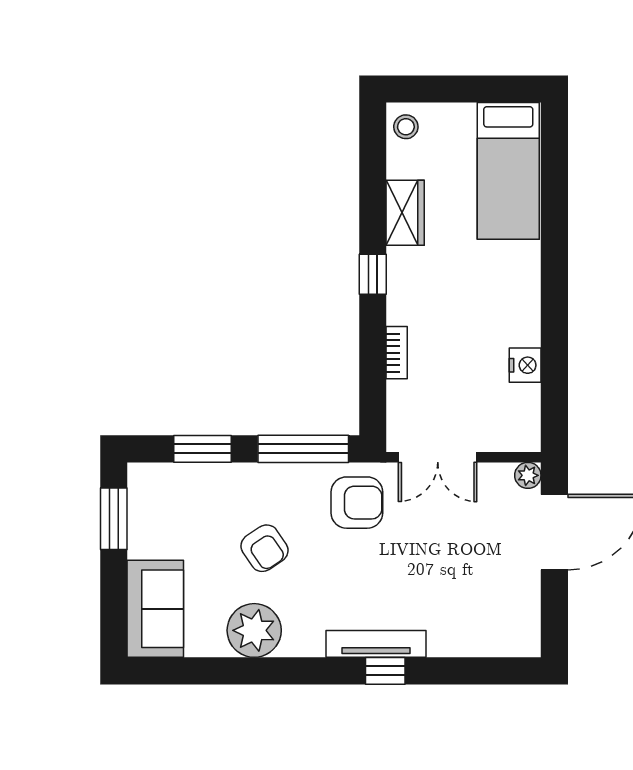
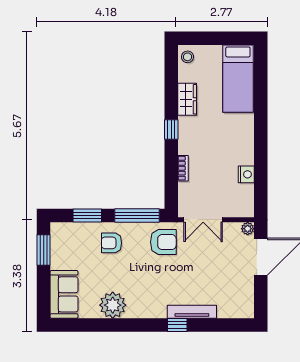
armchair: (264, 548) -> (112, 243), moved, turned 124
tv unit: (376, 644) -> (192, 312), moved

